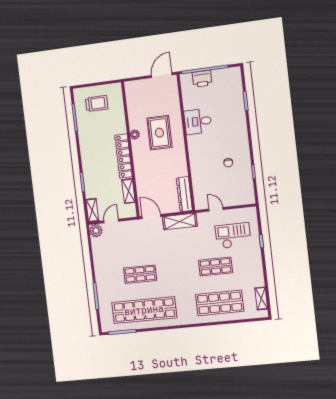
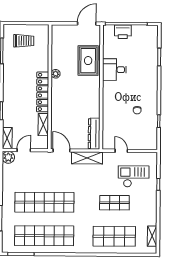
rug: (159, 133) -> (88, 61), moved
shop shelf: (140, 274) -> (44, 202), width x2.00, depth x1.36

